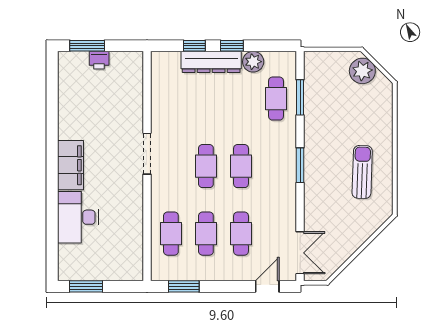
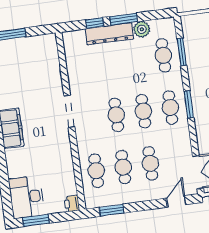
window: (232, 46) -> (124, 19), width x1.50
printer: (99, 60) -> (72, 204), moved, turned 90
cafe table: (276, 166) -> (170, 108), added
desk: (78, 217) -> (27, 197), moved

